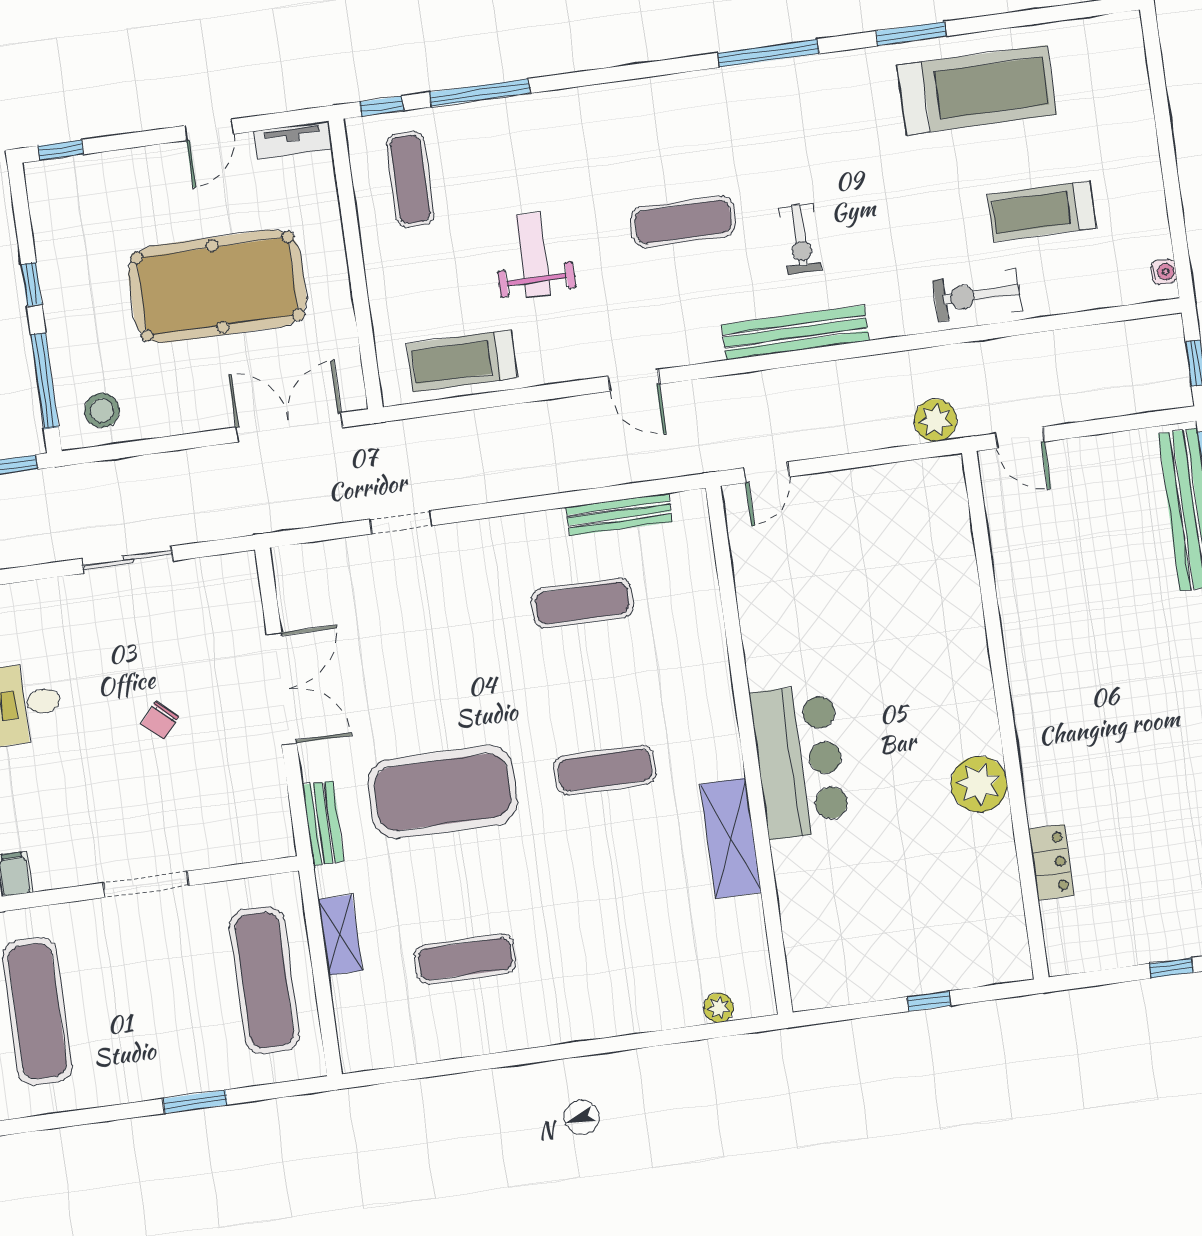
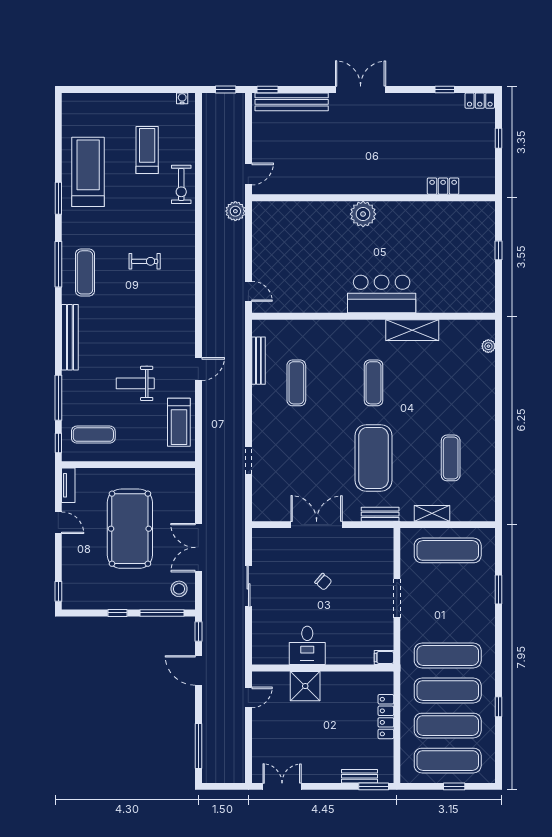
treadmill: (1041, 211) -> (147, 150), turned 180
exercise mat: (683, 222) -> (85, 272), moved
bench: (795, 333) -> (70, 337), moved
door: (634, 380) -> (198, 369), moved
double door: (289, 427) -> (198, 548), moved
plant: (979, 784) -> (363, 214), moved

